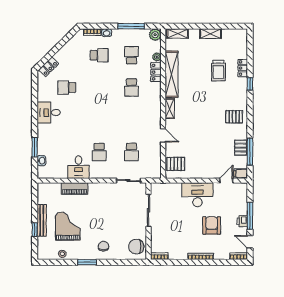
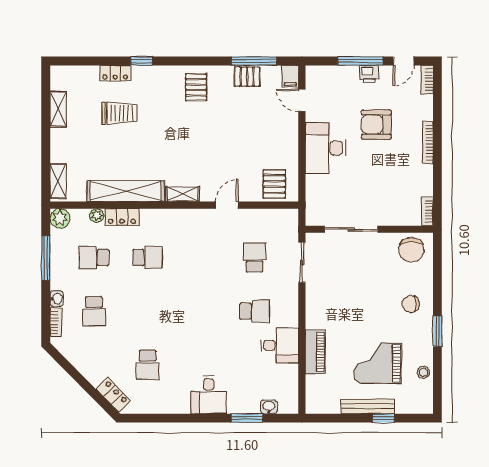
shelving: (211, 34) -> (58, 109), moved
school desk: (99, 55) -> (94, 311), turned 180
desk: (49, 113) -> (209, 395), moved
school desk: (131, 152) -> (255, 257), turned -90

